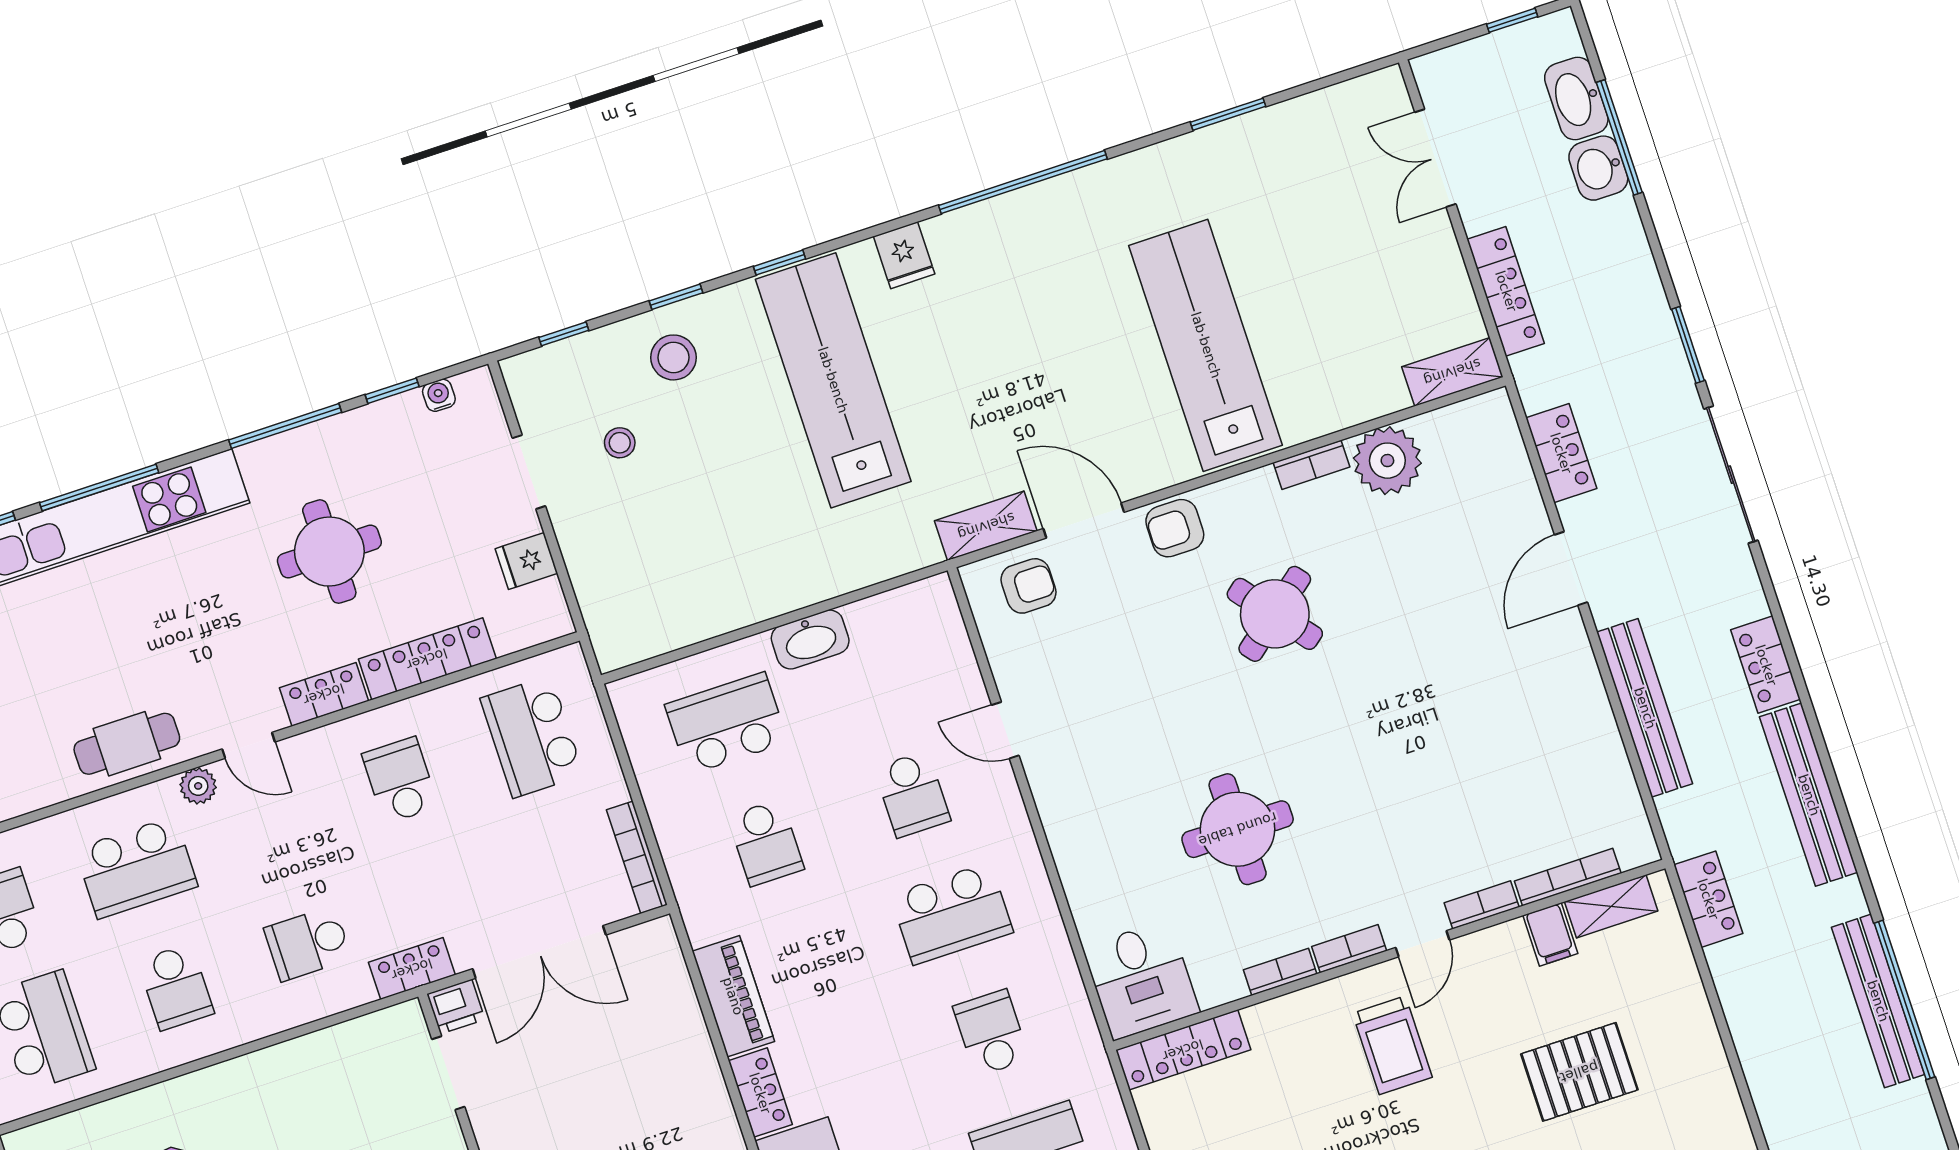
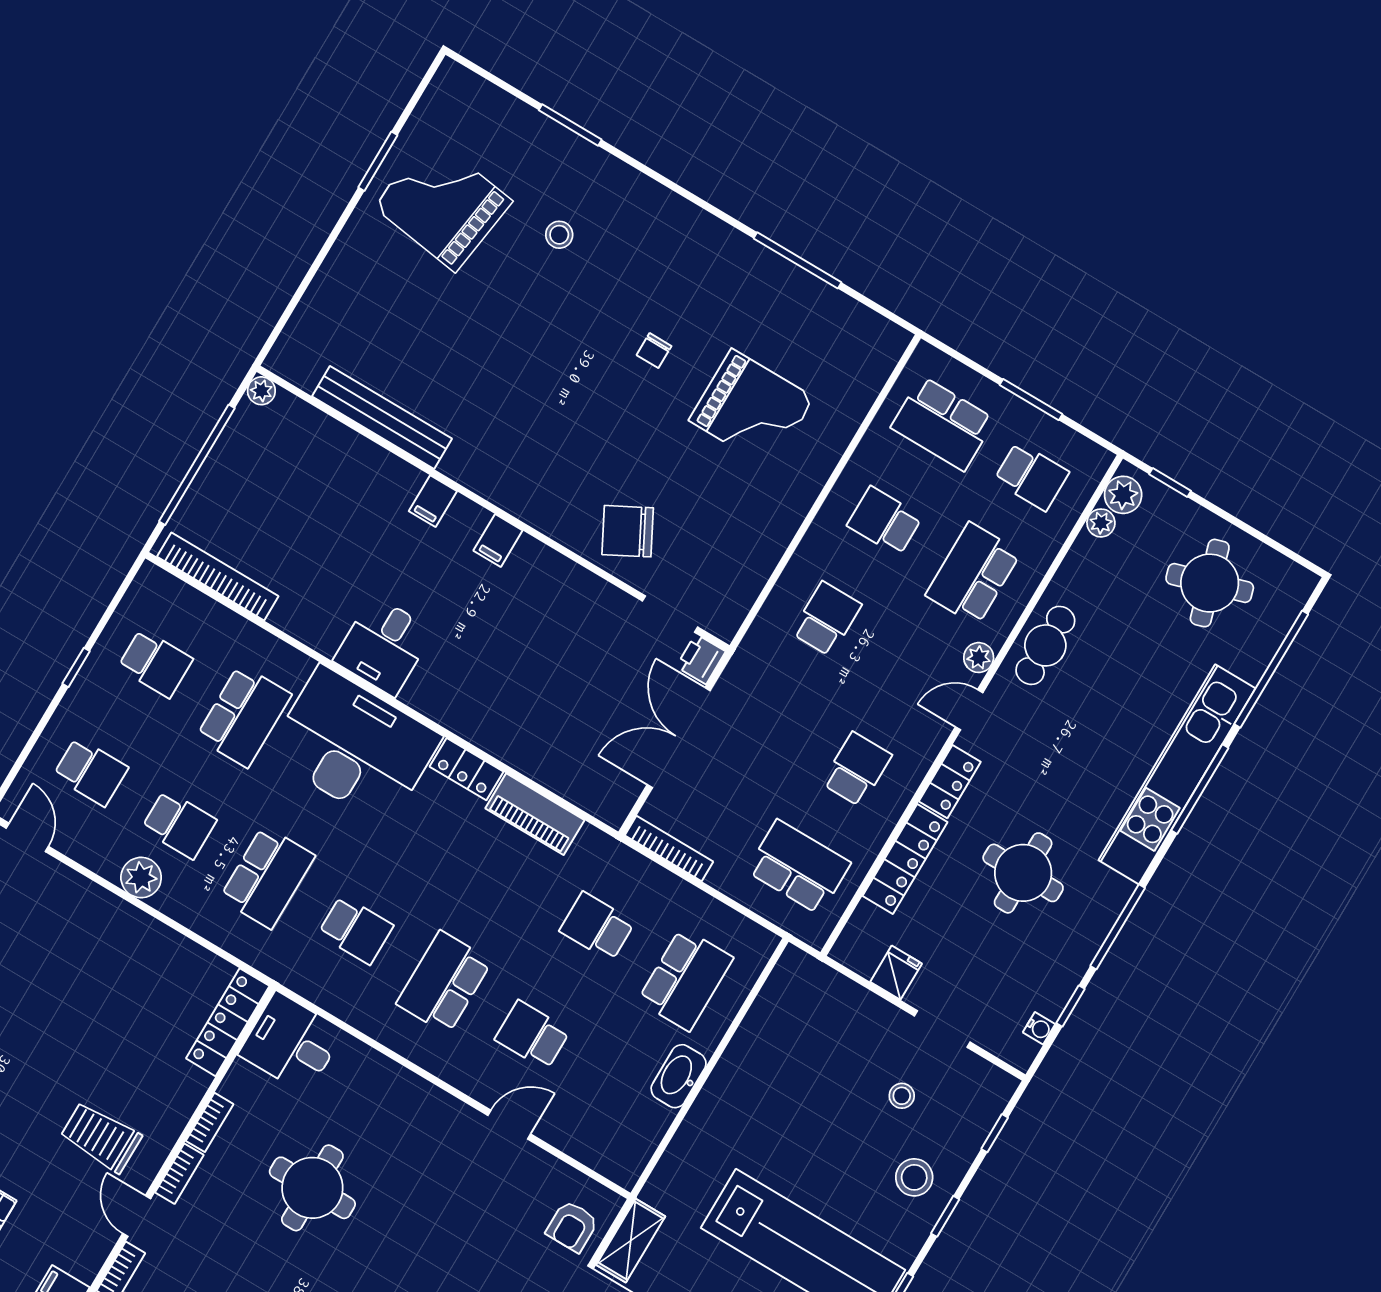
school desk: (400, 780) -> (857, 769), turned -90
locker: (412, 969) -> (749, 659), removed

